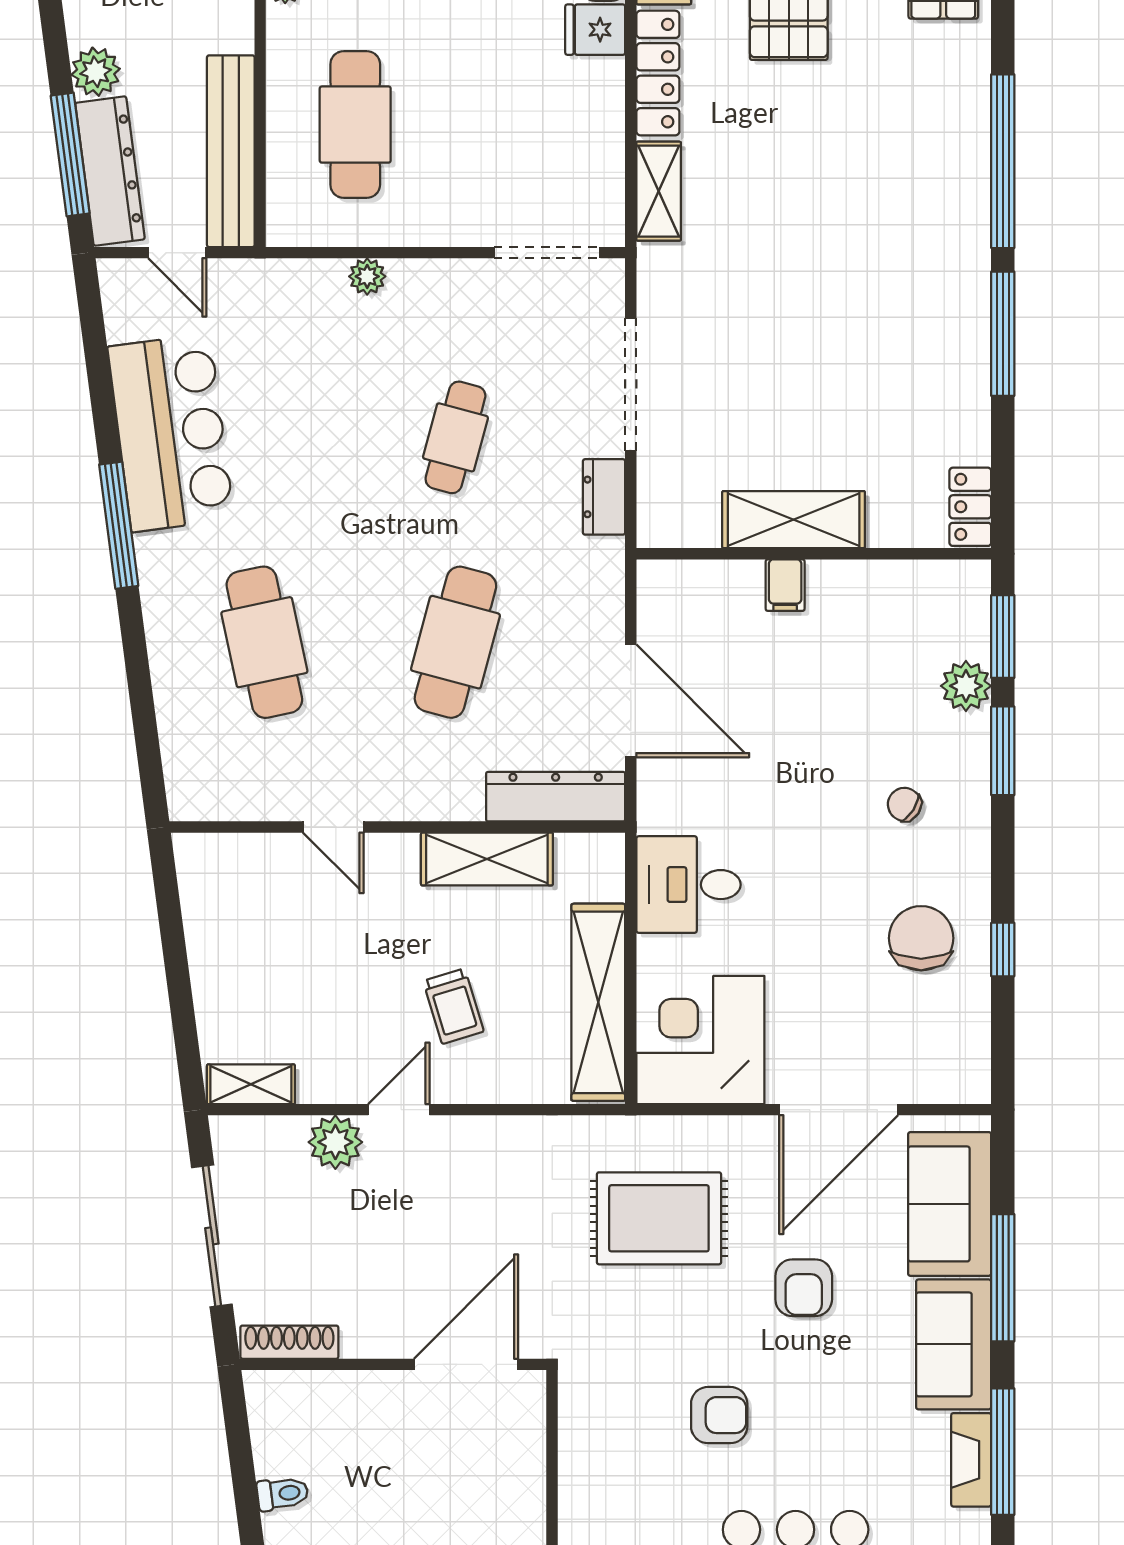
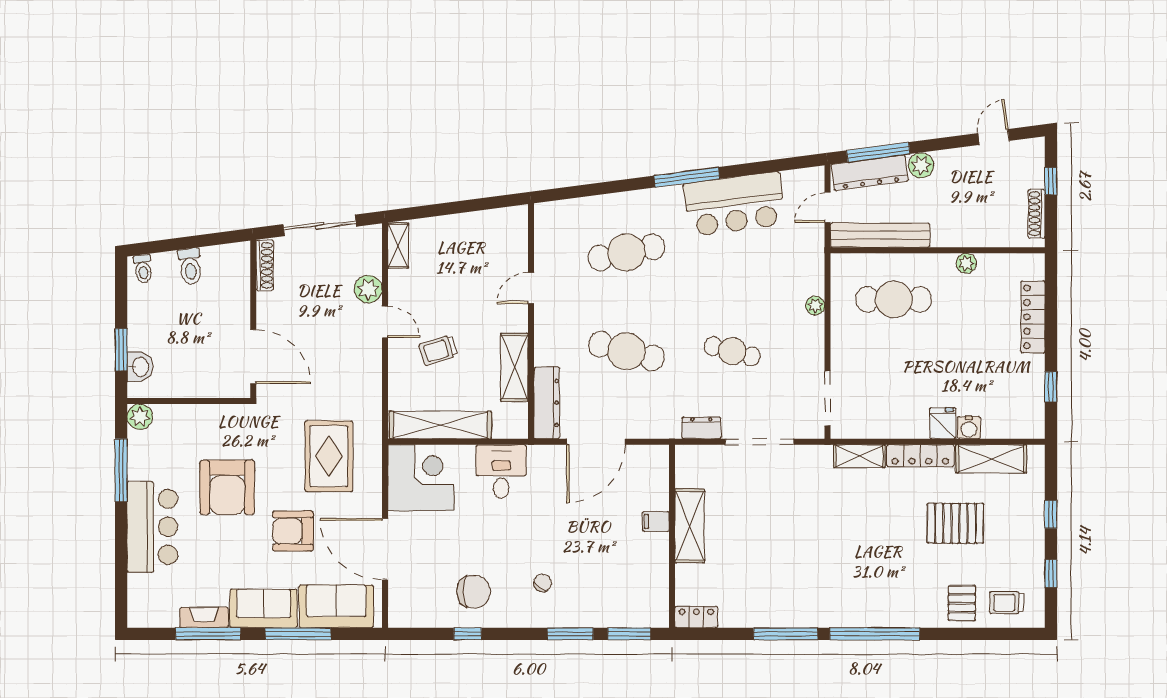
plant: (966, 686) -> (604, 615), removed
armchair: (804, 1288) -> (293, 531), width x1.38, depth x1.38
armchair: (719, 1415) -> (227, 487), width x1.88, depth x1.88
toilet: (283, 1494) -> (190, 266), width x1.37, depth x1.39

